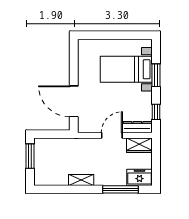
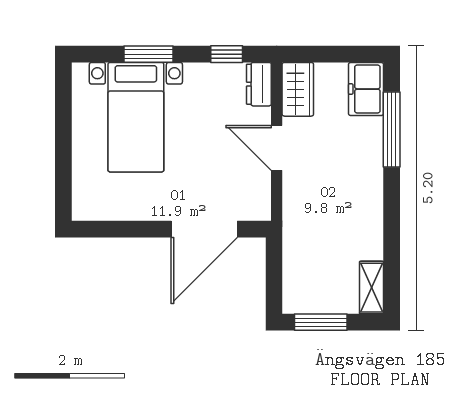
dresser: (137, 127) -> (259, 84), width x0.70
shelving: (81, 180) -> (372, 288), moved

